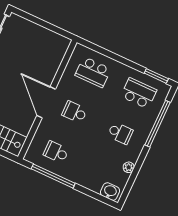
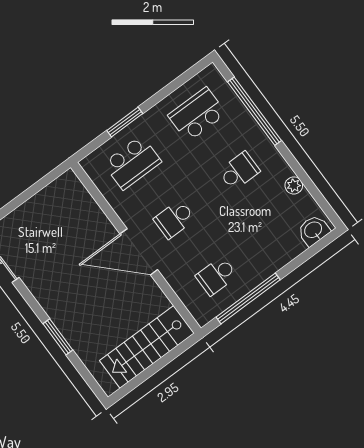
window: (156, 76) -> (125, 122), moved

